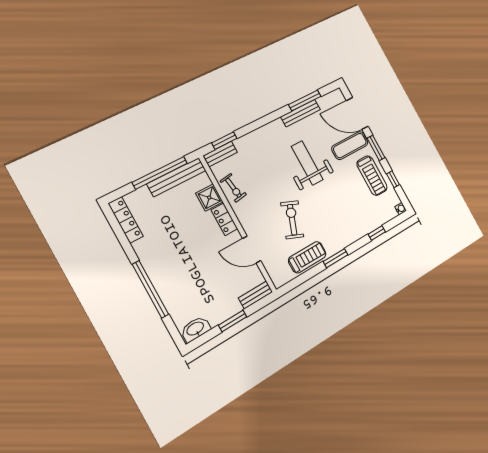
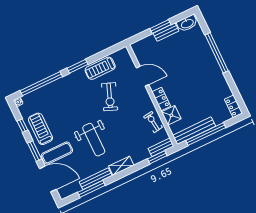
shelving: (270, 130) -> (121, 166), added
locker: (126, 220) -> (233, 106), width x0.66
window: (377, 233) -> (41, 84), width x3.17
bench: (256, 295) -> (166, 32), moved

